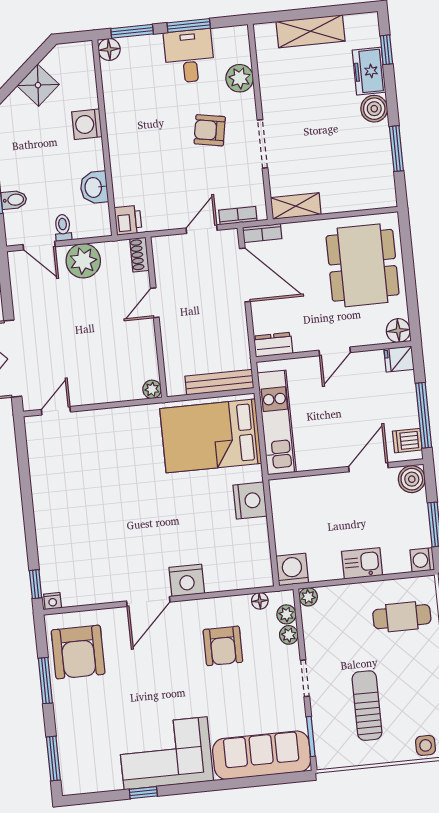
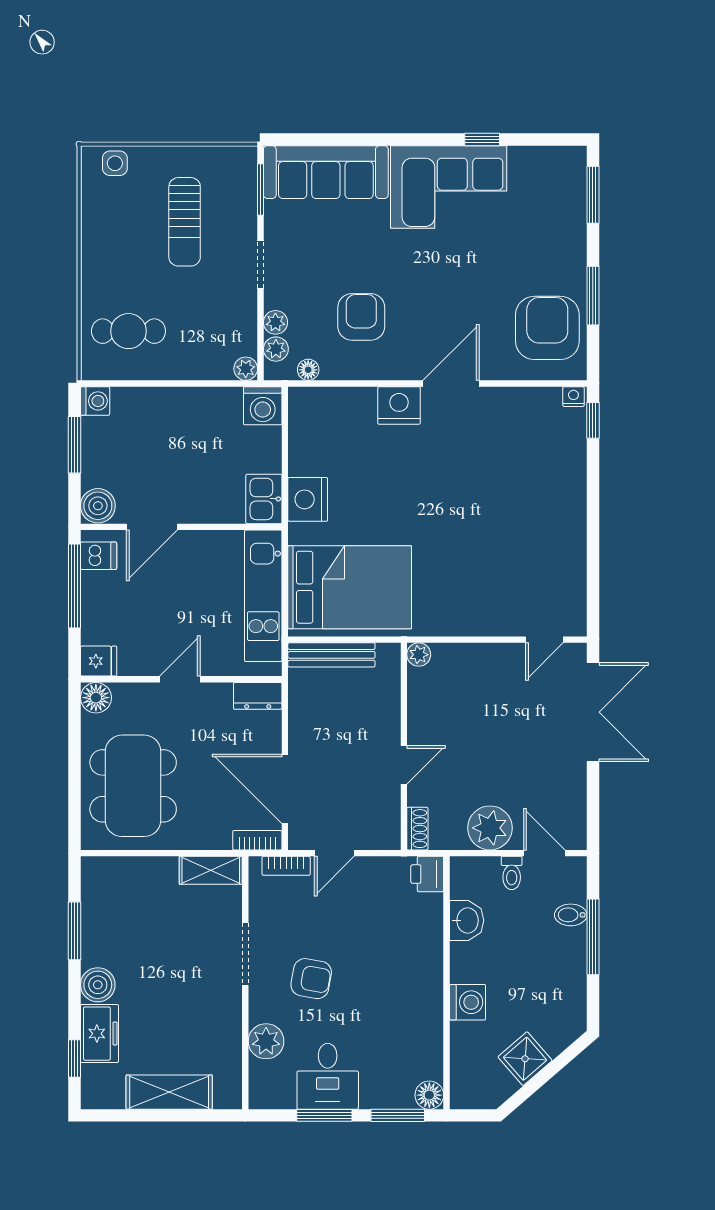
kitchen sink: (362, 563) -> (264, 499), moved, turned 90

